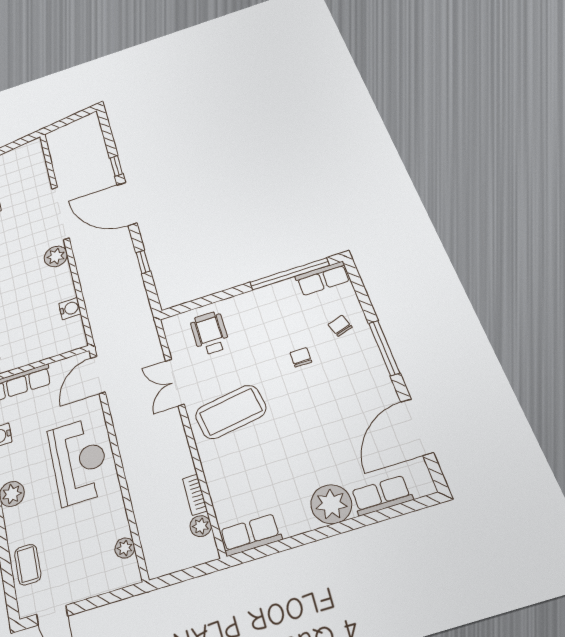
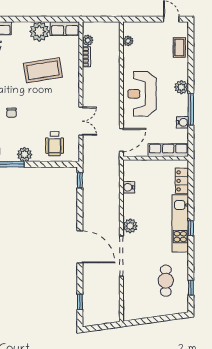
window: (116, 166) -> (80, 302), moved
window: (143, 262) -> (80, 180), moved
plant: (256, 301) -> (24, 154), added
coffee table: (231, 412) -> (43, 70), moved
plant: (331, 504) -> (39, 32), moved

